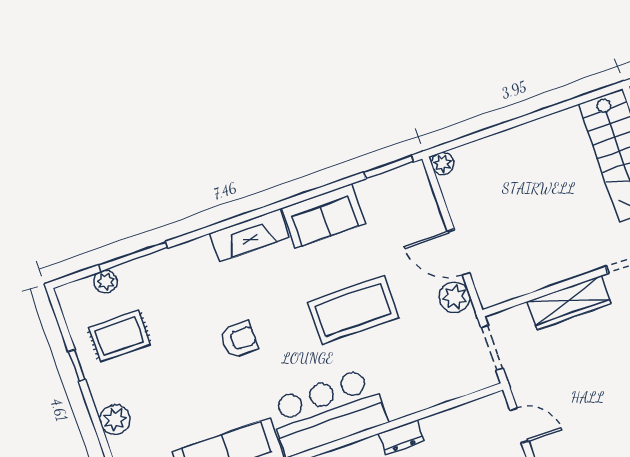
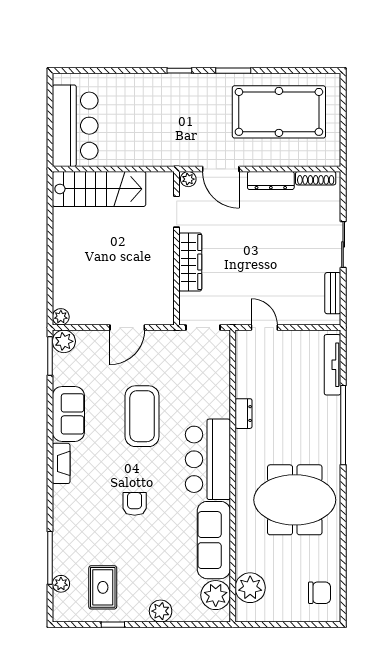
fireplace: (249, 235) -> (61, 463), width x0.73, depth x0.76
plant: (455, 297) -> (64, 341), moved
door: (519, 425) -> (264, 328), hinge flipped

